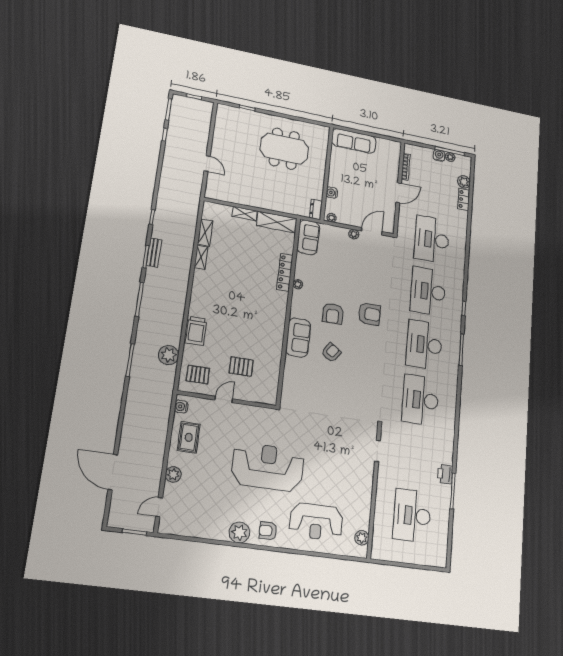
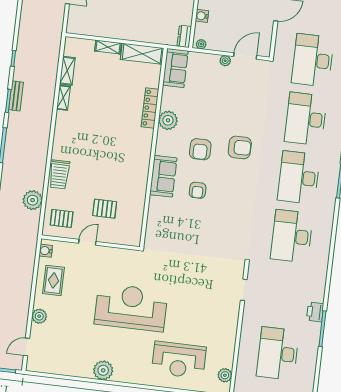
plant: (298, 284) -> (168, 120), width x1.88, depth x1.88
armchair: (331, 353) -> (198, 190), turned 145
armchair: (268, 531) -> (131, 369), removed

